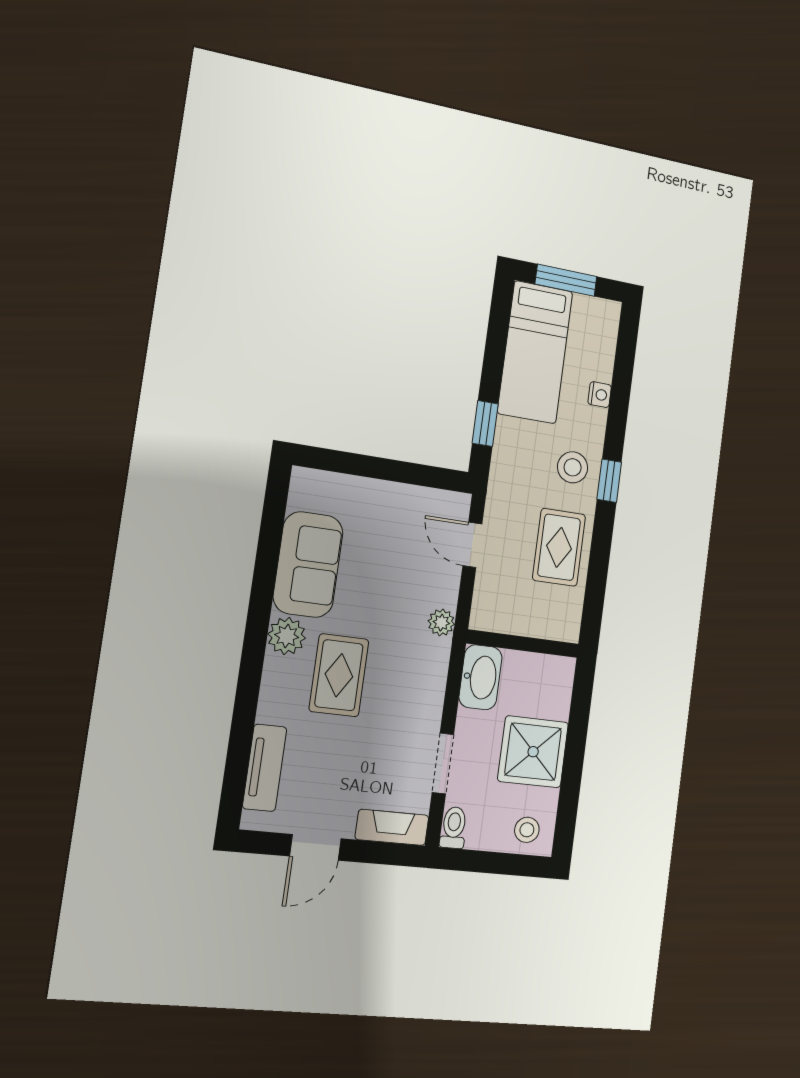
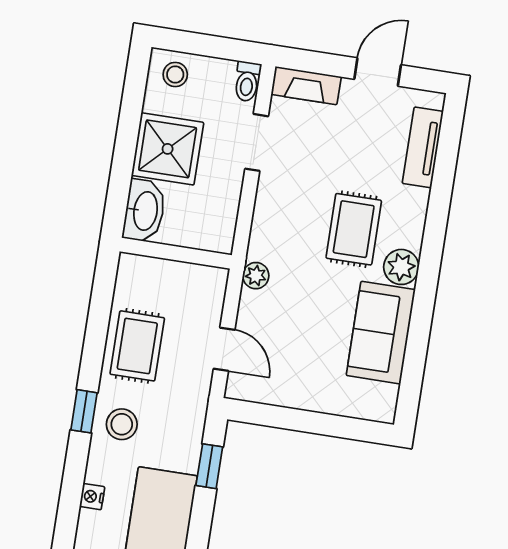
washbasin: (480, 677) -> (144, 211), moved, turned 180

